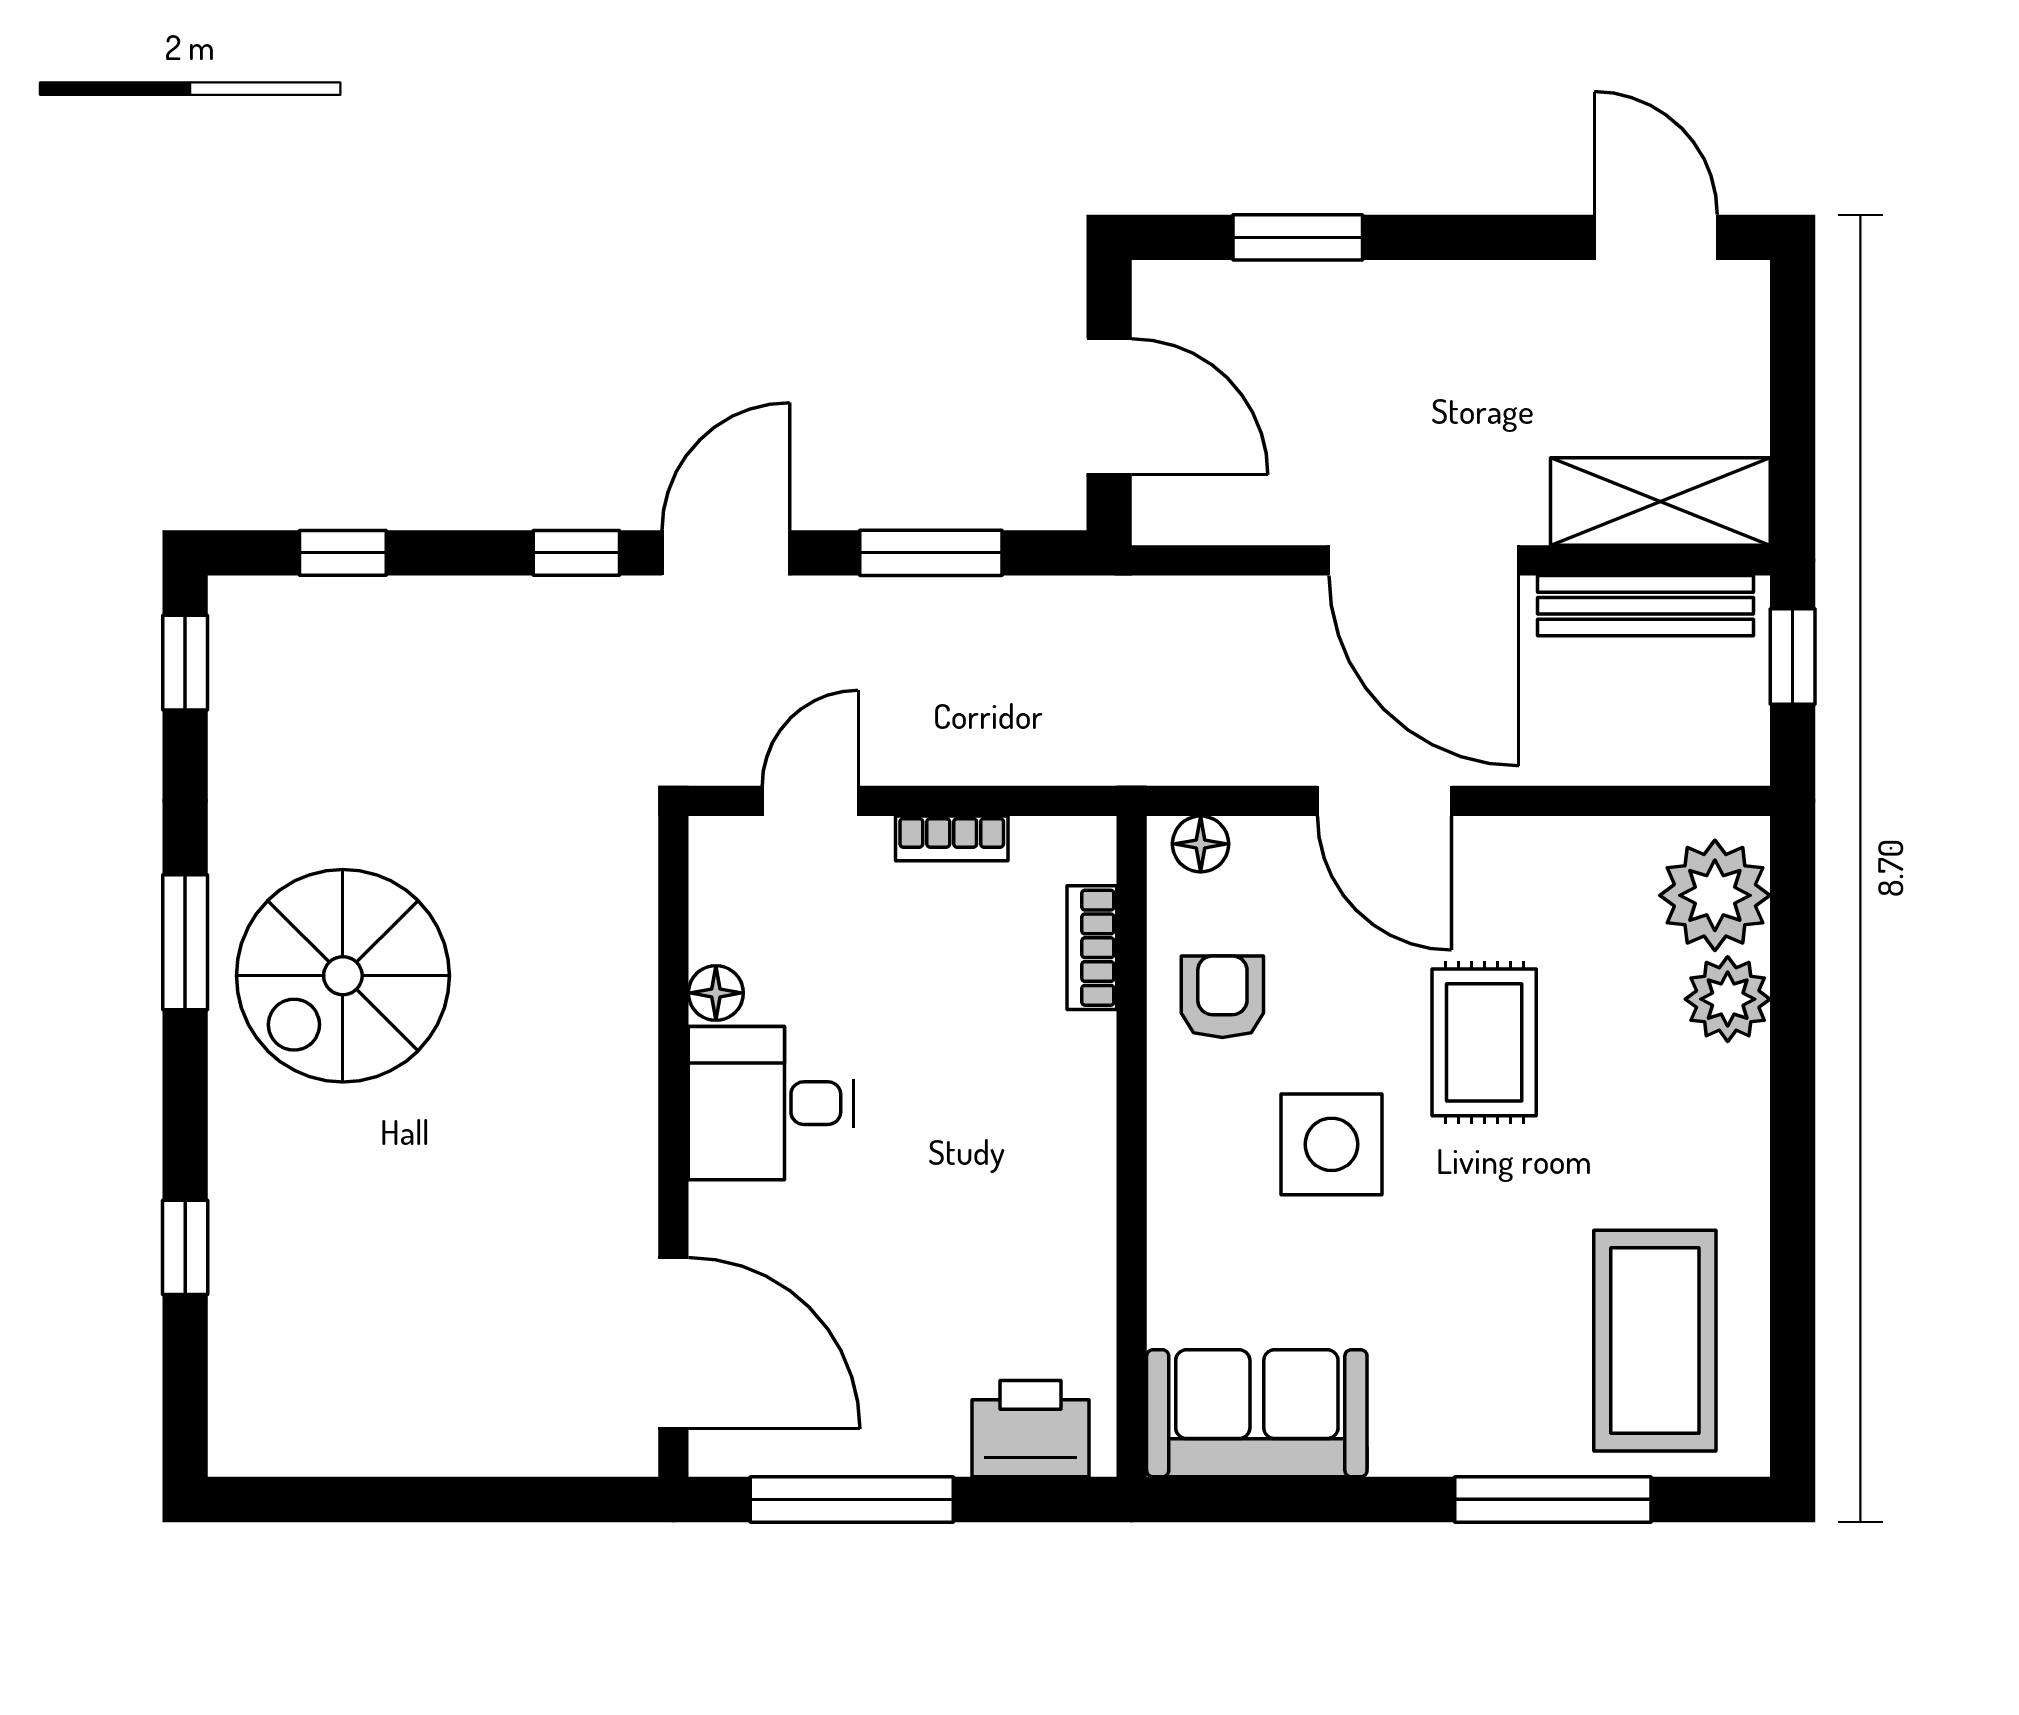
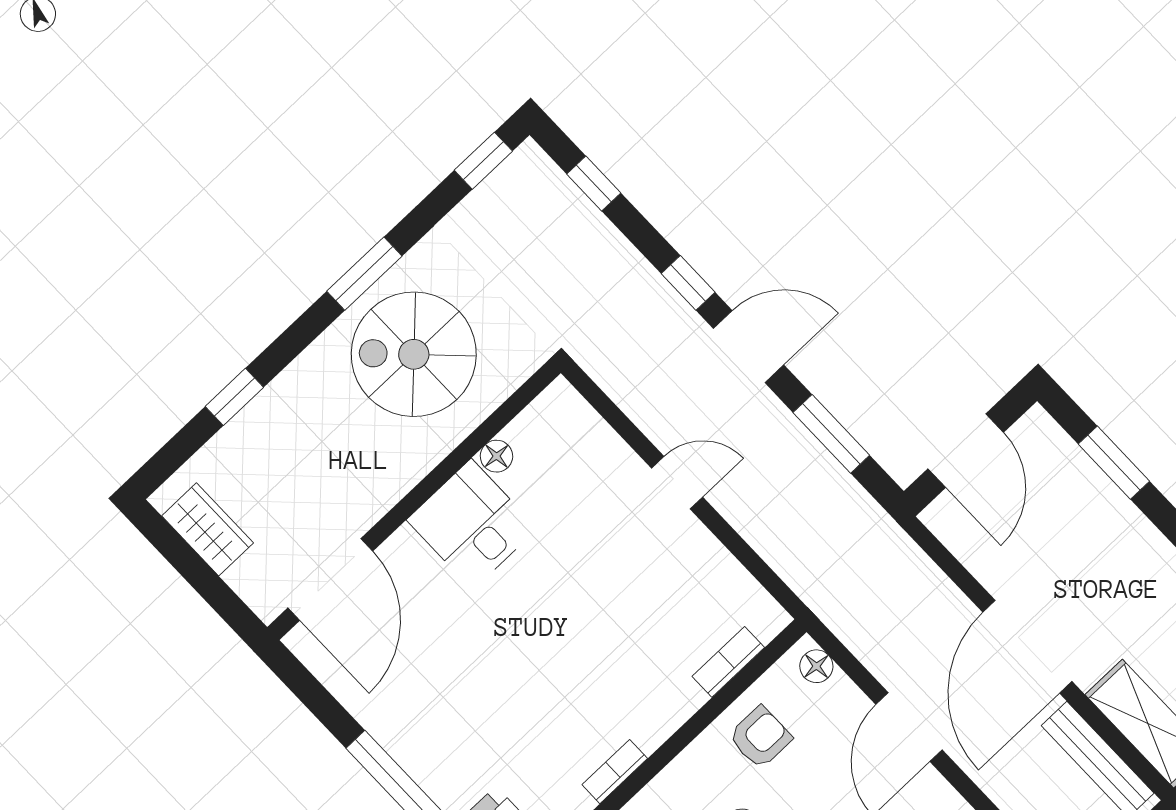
bookcase: (952, 838) -> (615, 772), moved, turned 90
floor lamp: (716, 993) -> (496, 456), moved
desk: (771, 1103) -> (472, 524), moved
wall: (673, 1146) -> (414, 500), moved
door: (673, 1343) -> (330, 579), moved
wardrobe: (317, 1436) -> (208, 529), added

